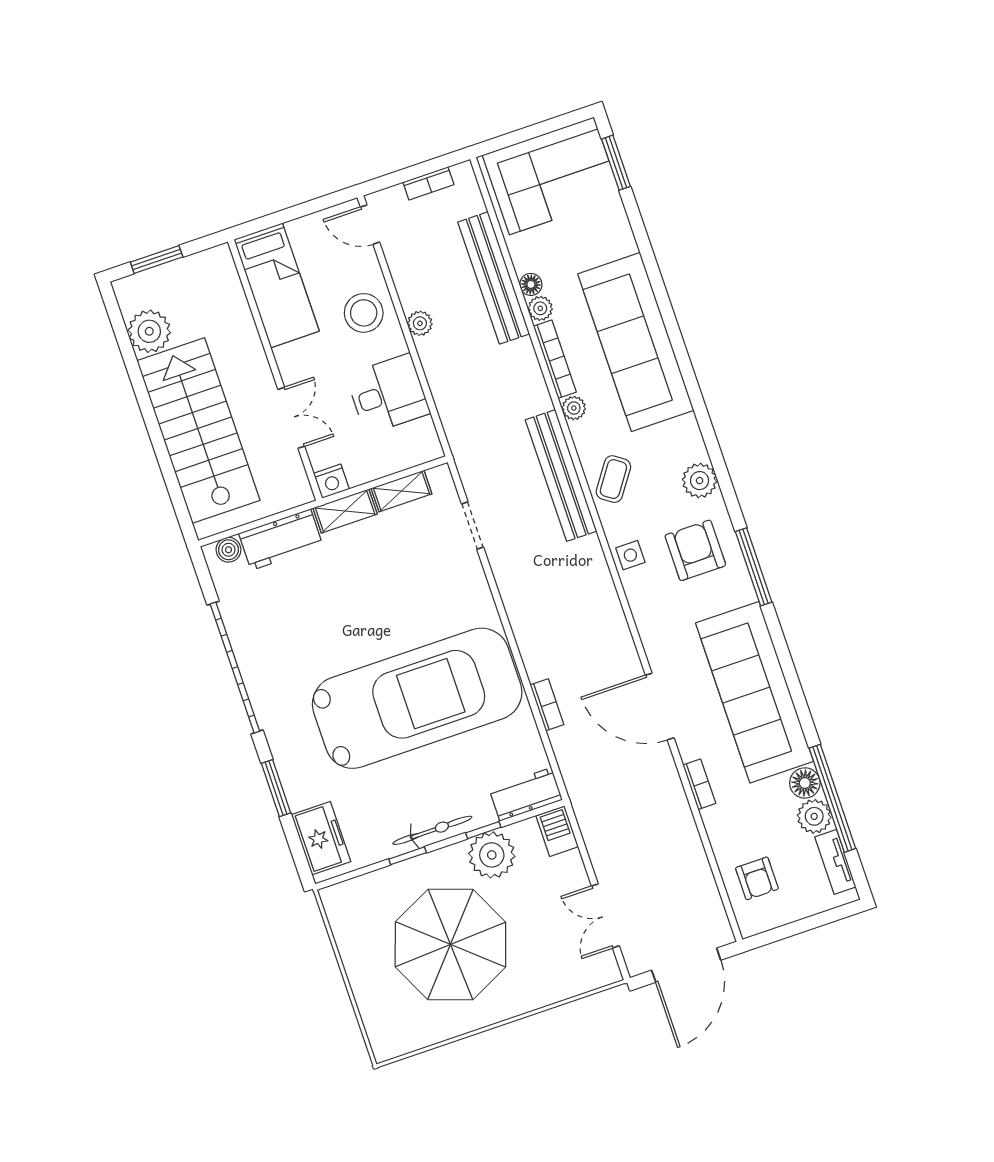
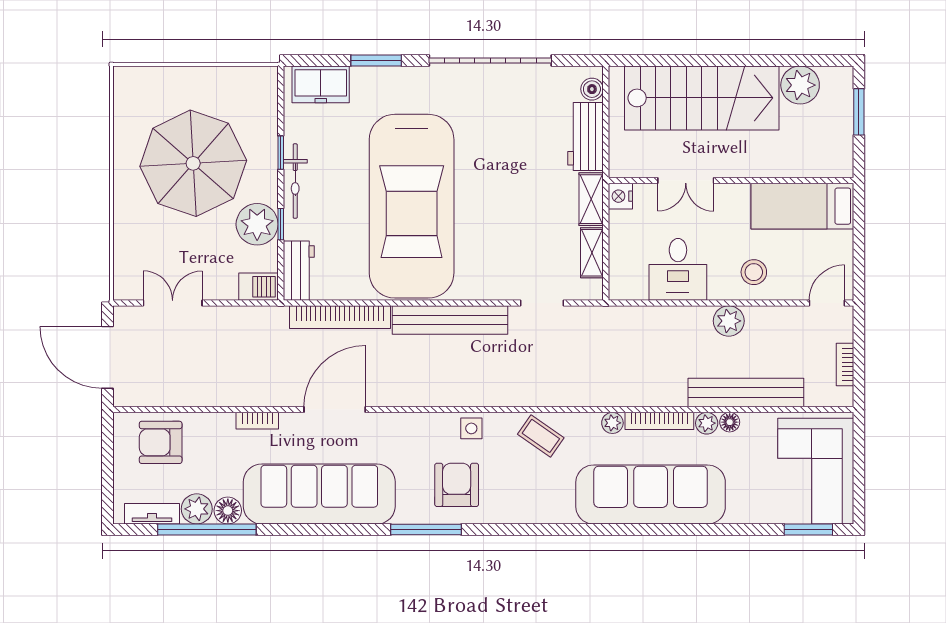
stool: (364, 313) -> (754, 272), width x0.73, depth x0.73
plant: (420, 323) -> (729, 321), width x1.38, depth x1.38
bench: (561, 475) -> (450, 320), moved
plant: (700, 481) -> (515, 509), removed
armchair: (695, 550) -> (457, 485), turned -90
bookcase: (547, 705) -> (340, 317), width x2.31, depth x1.31
armchair: (757, 878) -> (161, 442), width x1.38, depth x1.38

